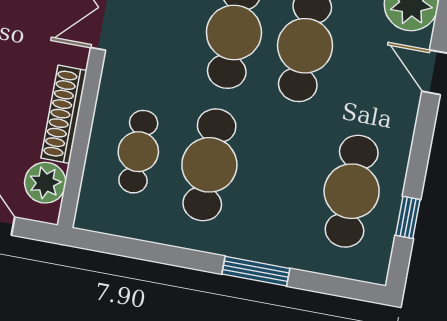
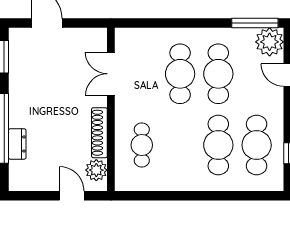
cafe table: (209, 165) -> (218, 145), moved
window: (256, 271) -> (214, 196), removed

